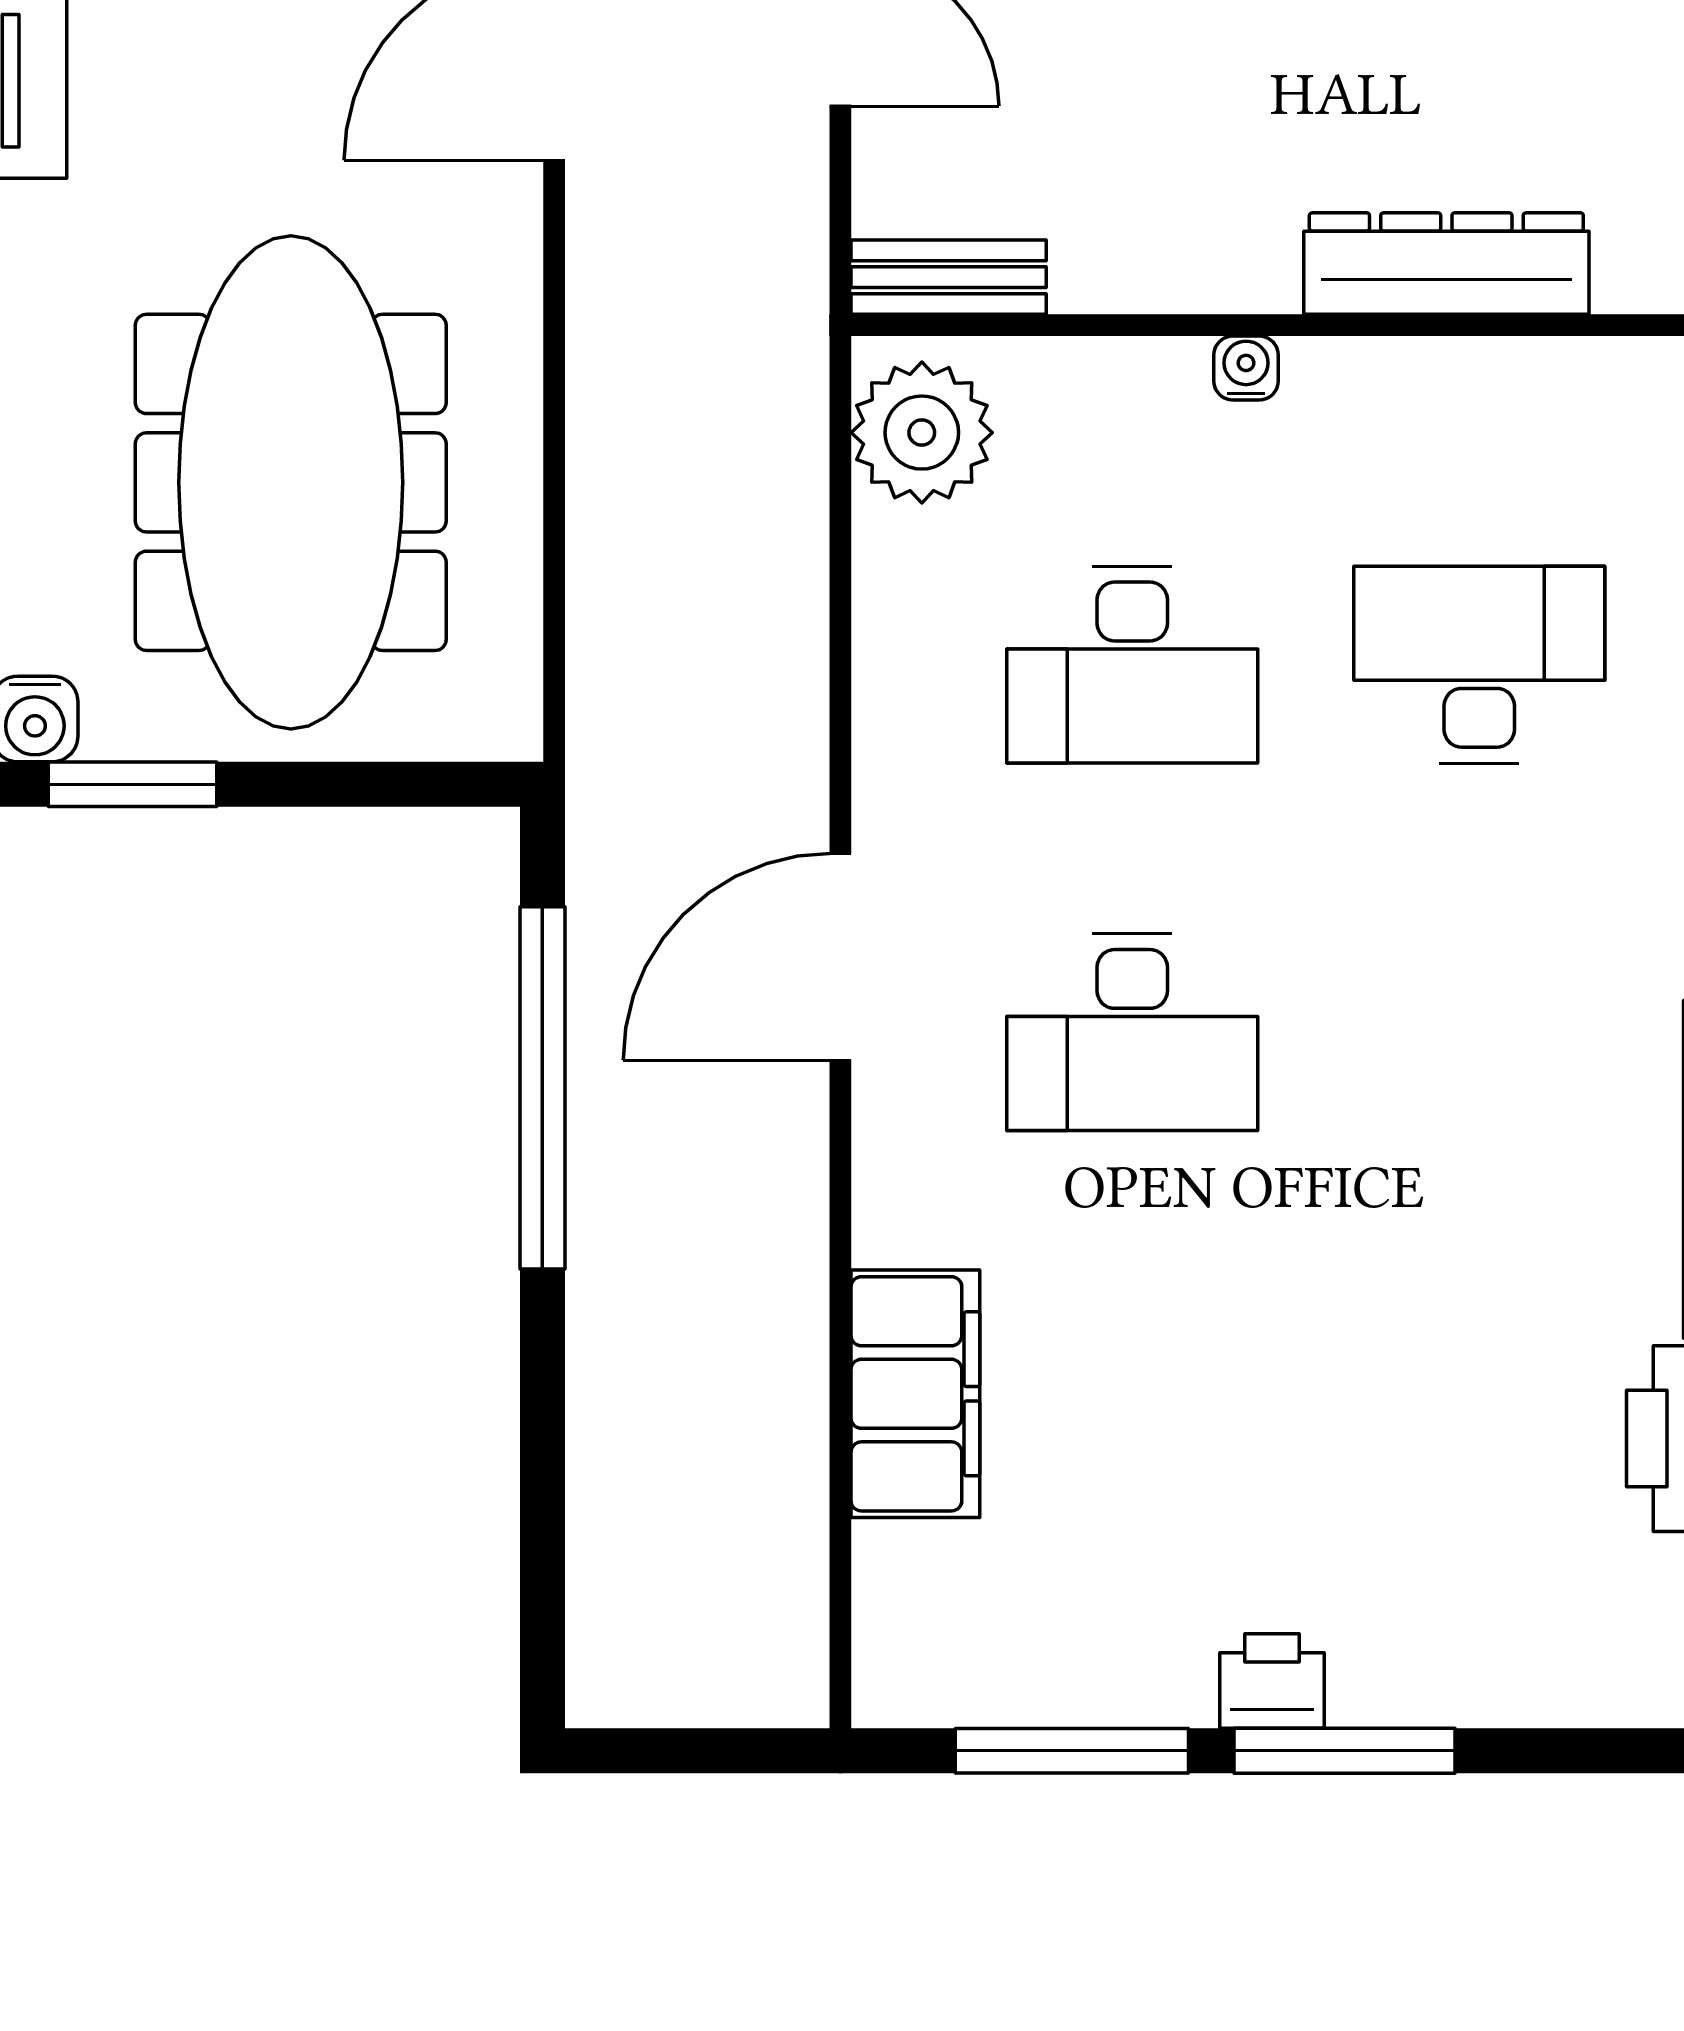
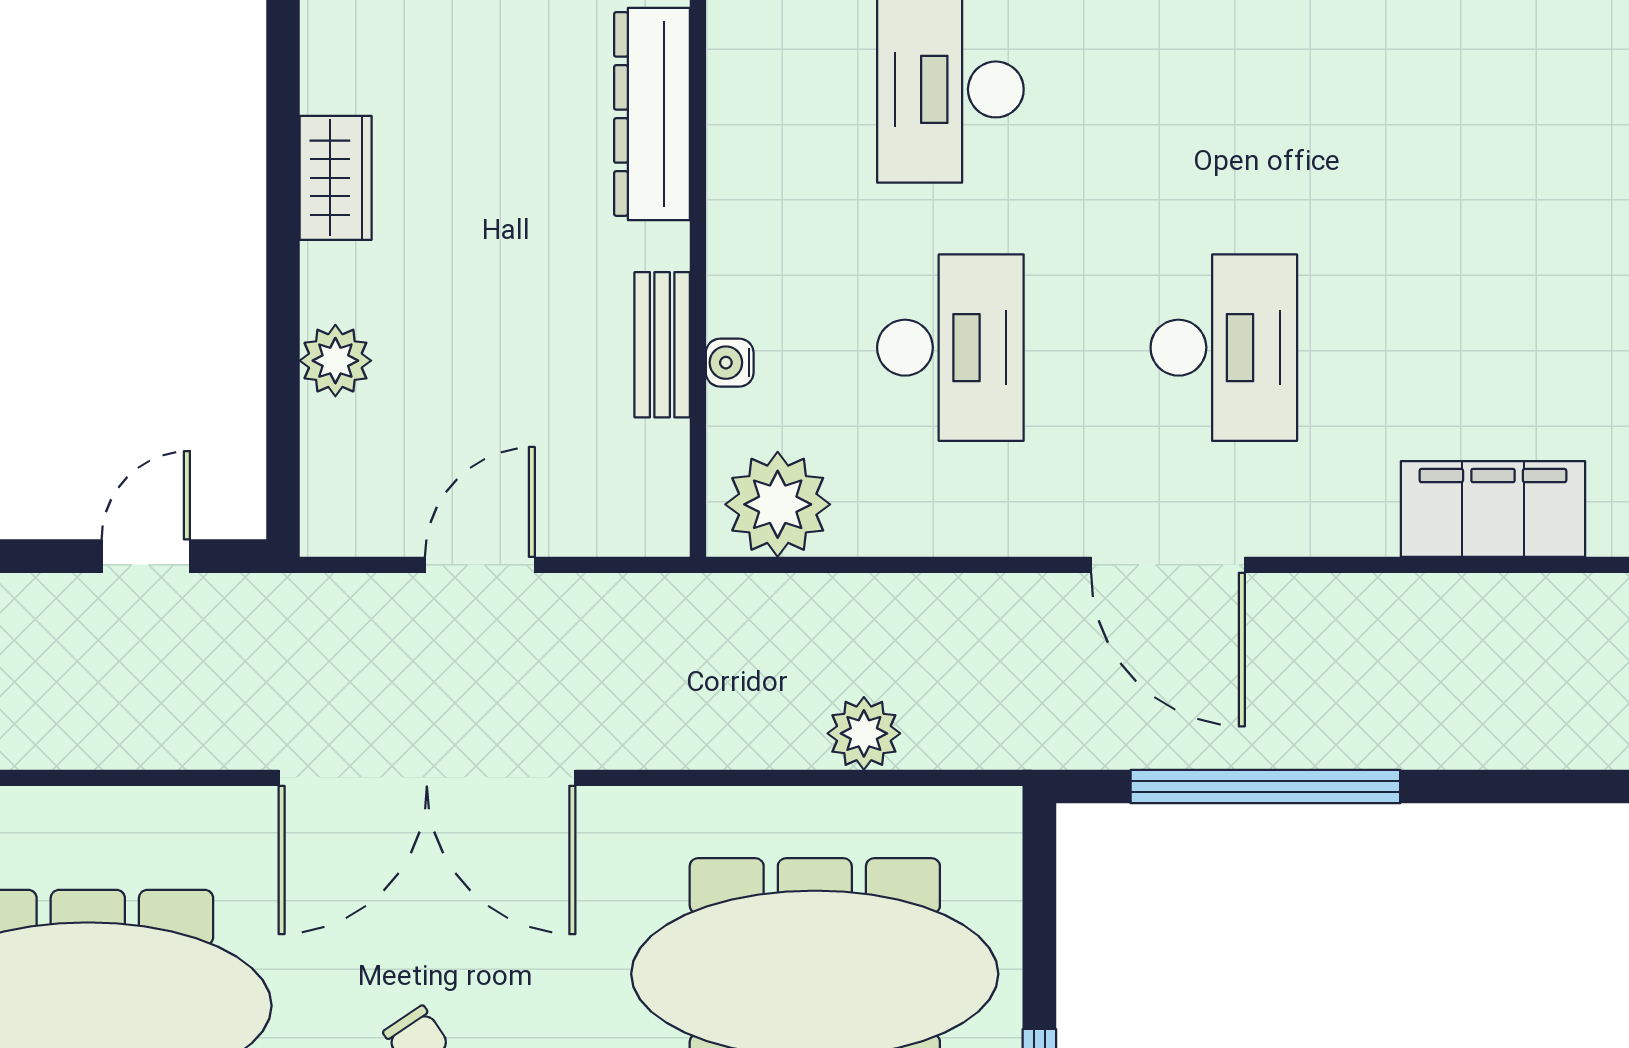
bench: (949, 277) -> (662, 345), moved
water cooler: (1246, 368) -> (730, 363), moved
plant: (614, 548) -> (864, 733), added

